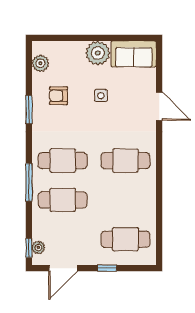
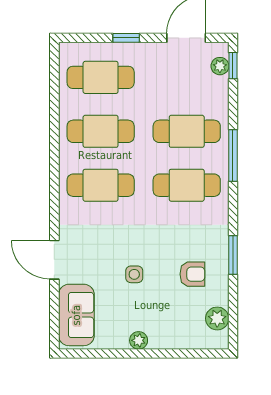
plant: (98, 53) -> (139, 340), width x0.53, depth x0.53
sofa: (134, 54) -> (76, 315), moved, turned 90
cafe table: (125, 200) -> (101, 131), added

